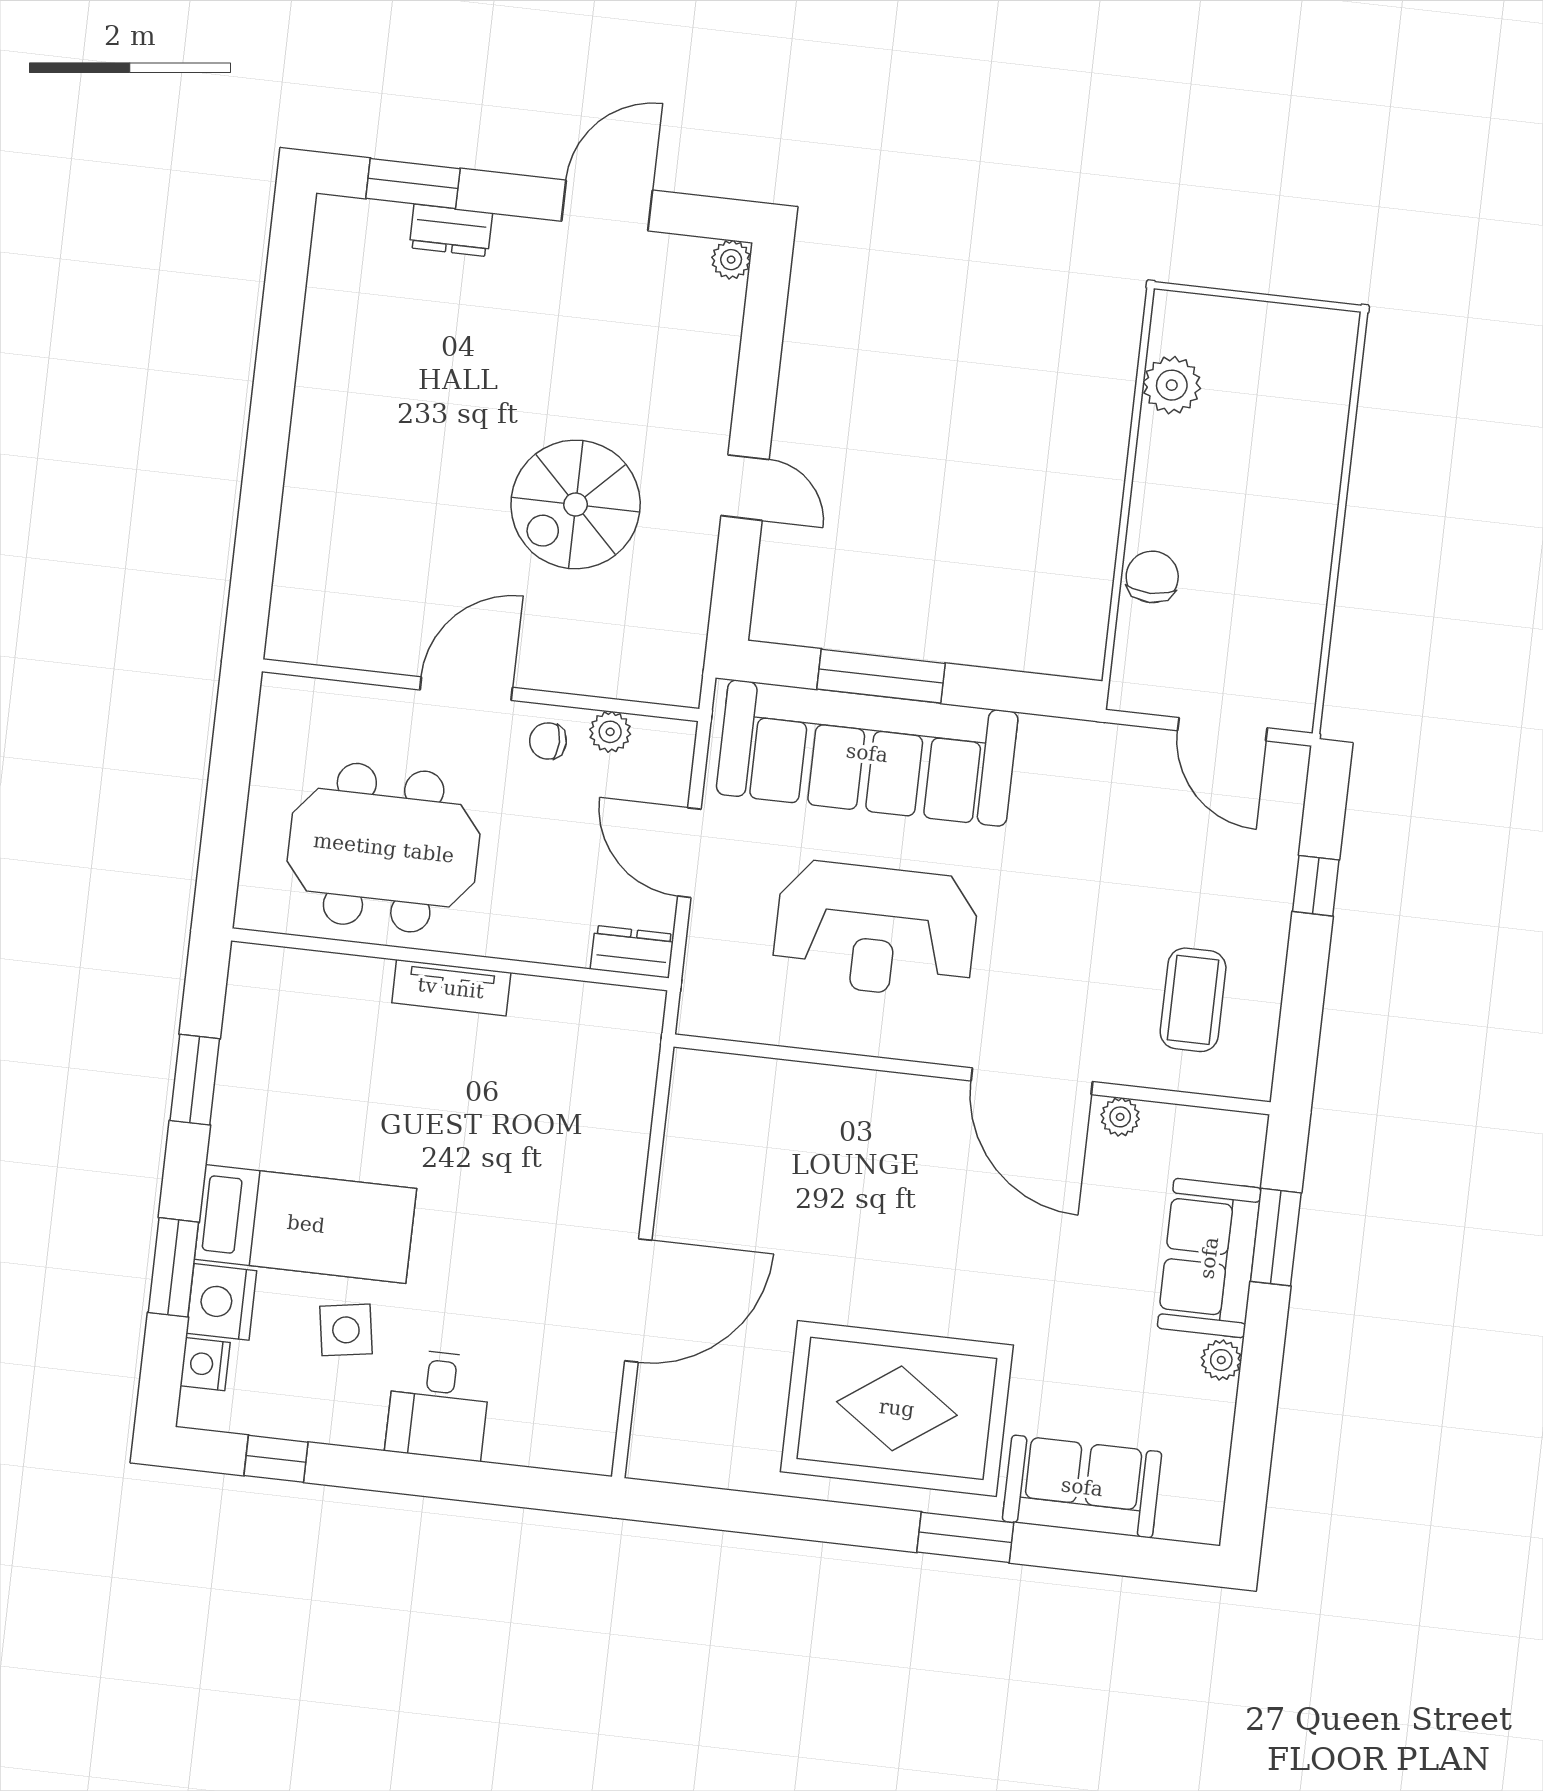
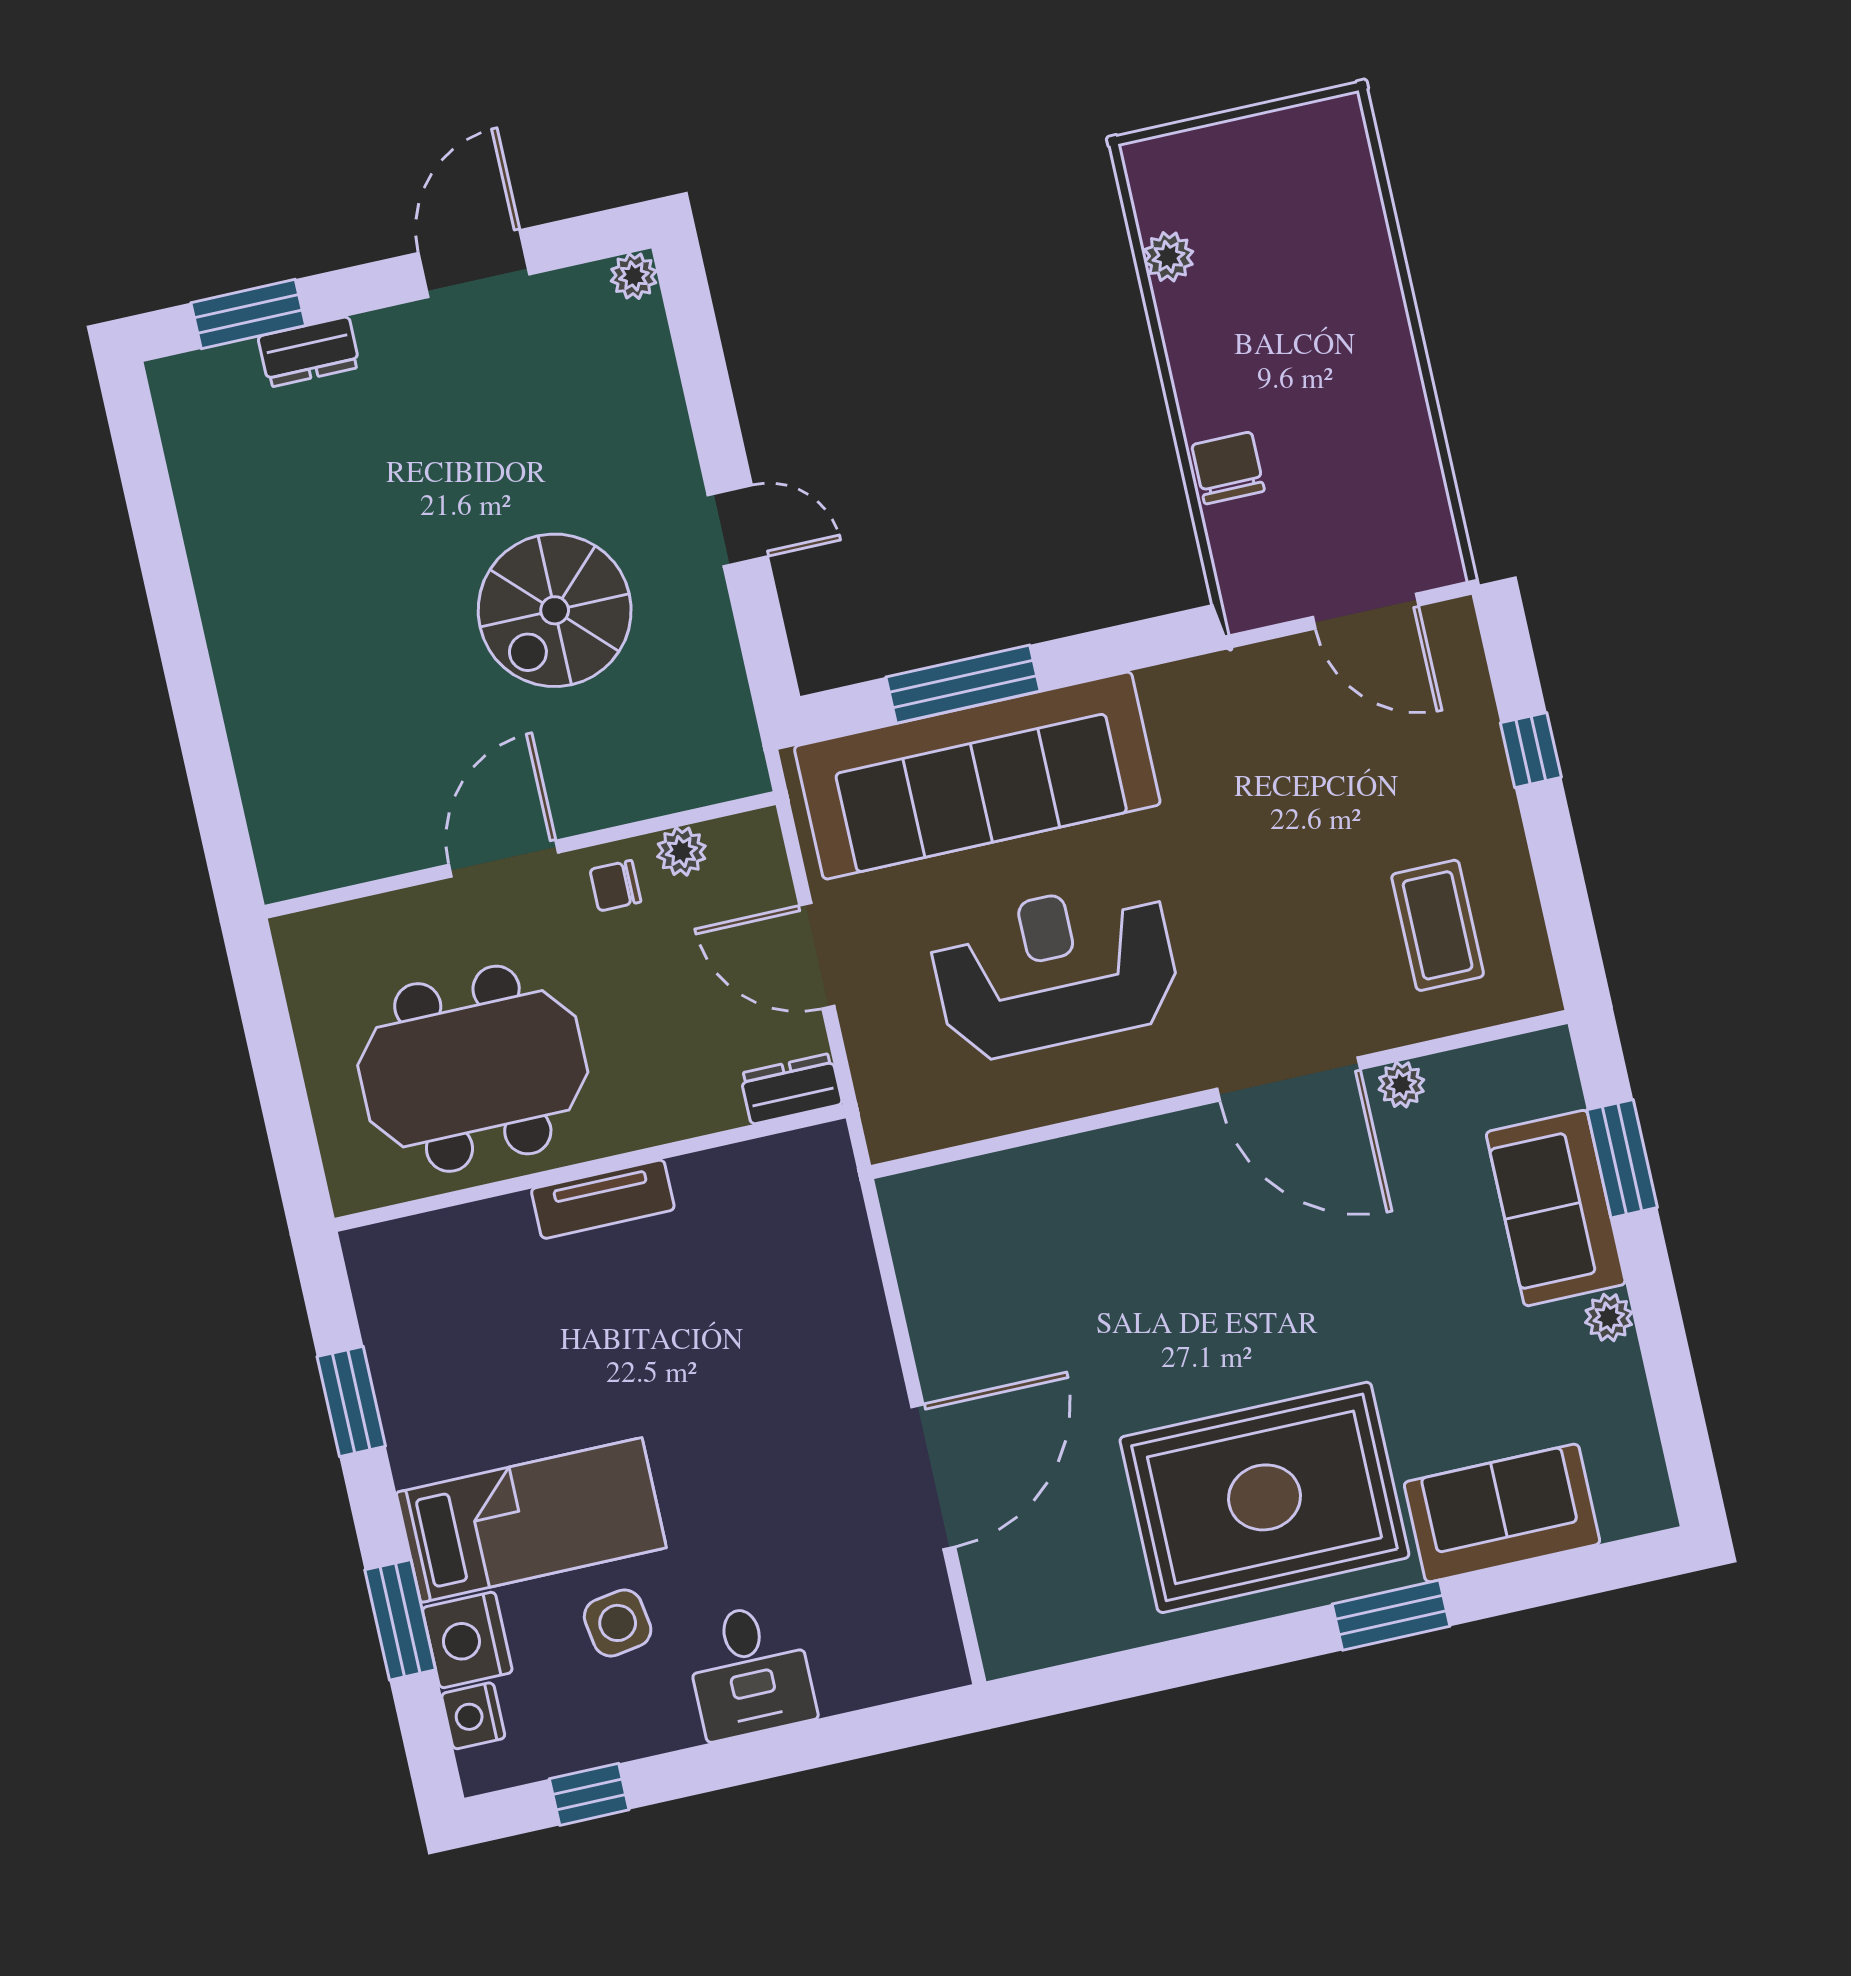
plant: (1172, 385) -> (1168, 257), width x0.73, depth x0.73
reception desk: (875, 930) -> (1055, 970), turned 180

